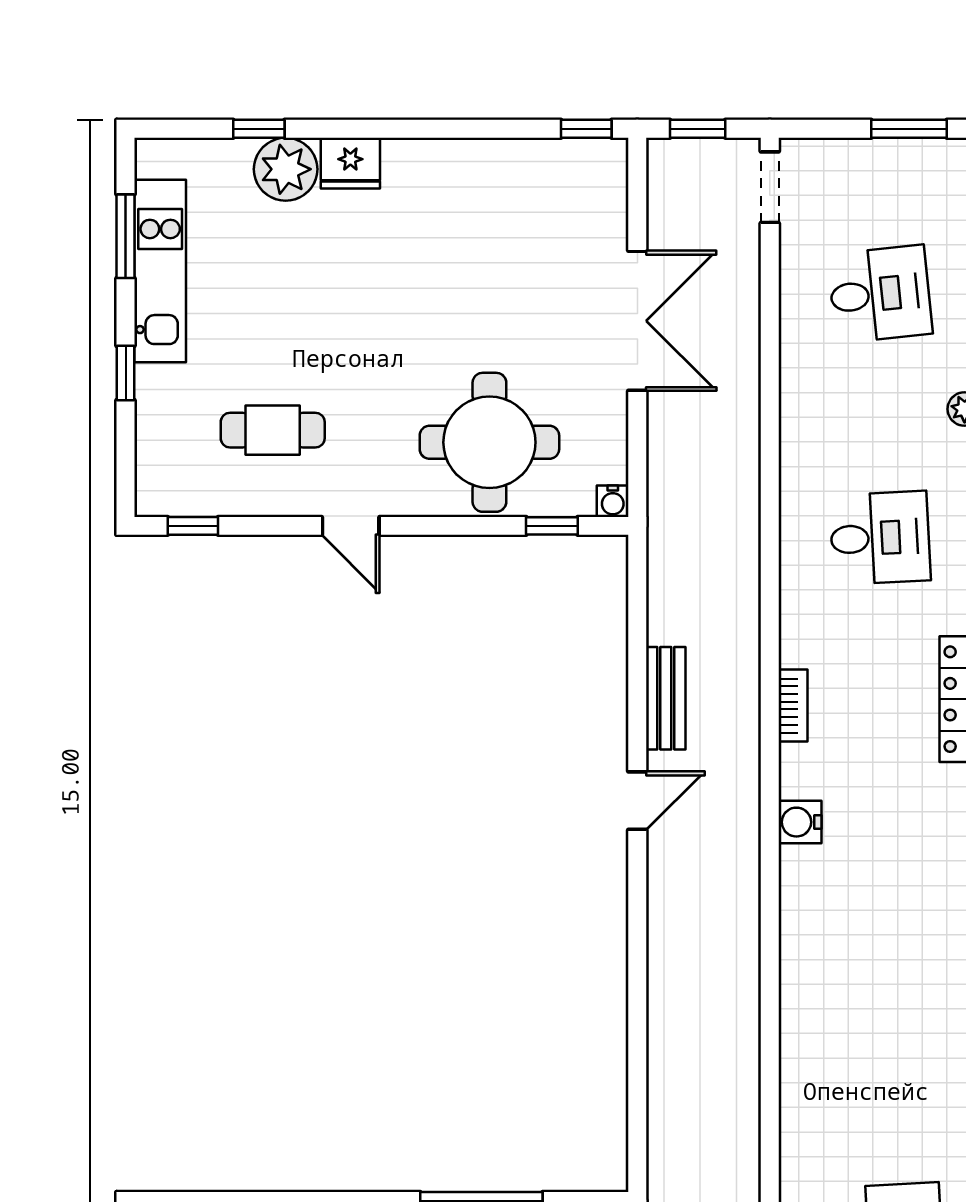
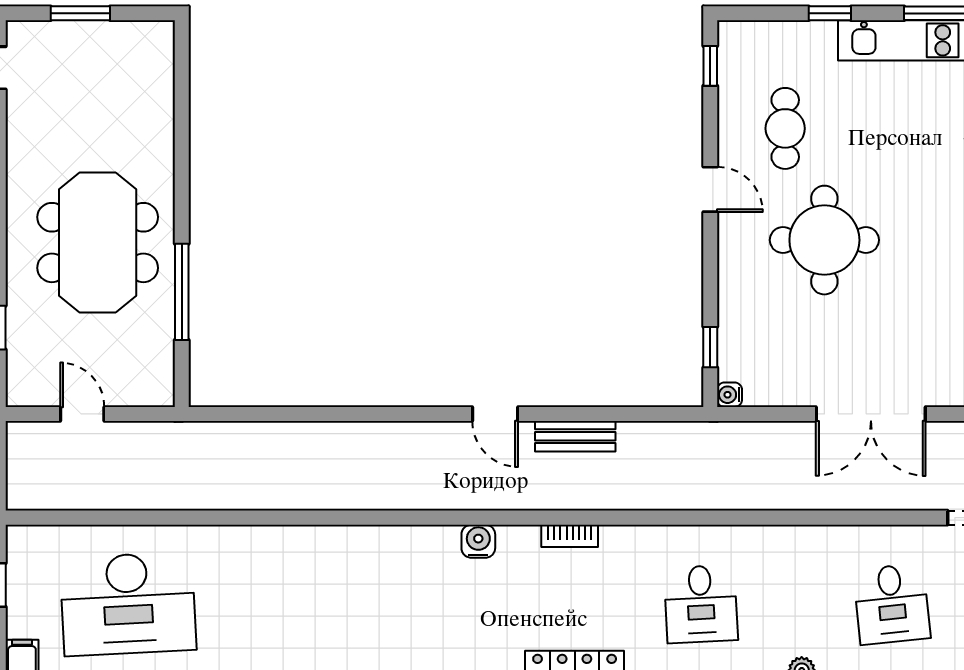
round table: (489, 442) -> (824, 240), moved
door: (351, 526) -> (710, 189), swing flipped

